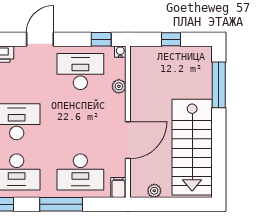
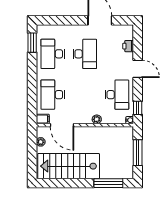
window: (171, 39) -> (138, 153), width x2.17
plant: (119, 86) -> (97, 119), moved
door: (128, 140) -> (62, 125), moved
window: (61, 204) -> (32, 82), removed

